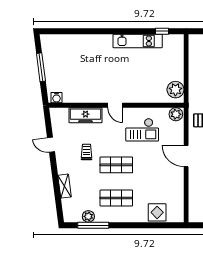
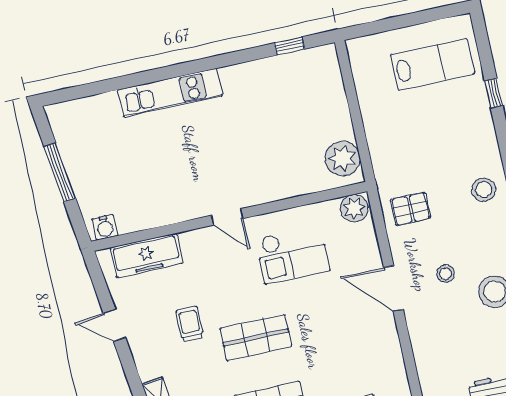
kitchen unit: (138, 41) -> (170, 93), moved
freezer: (85, 115) -> (147, 255), moved

